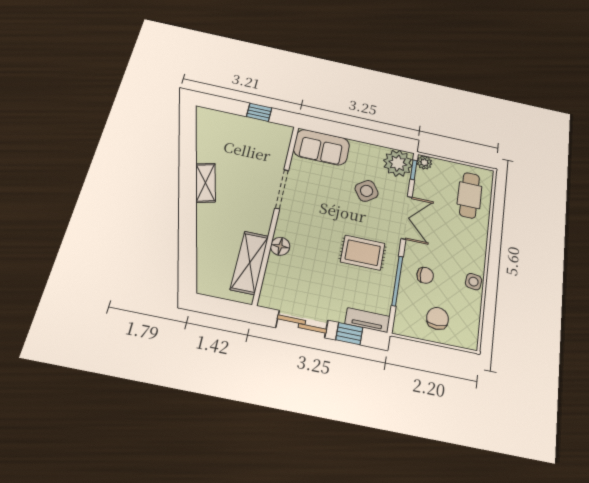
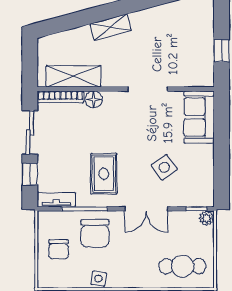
plant: (398, 163) -> (200, 193), removed
shelving: (205, 183) -> (111, 27), moved
chair: (425, 275) -> (95, 233), width x1.87, depth x1.87
bookcase: (269, 281) -> (60, 97), added
chair: (438, 318) -> (59, 249), turned 90
tv unit: (367, 320) -> (56, 200), moved, turned -90

